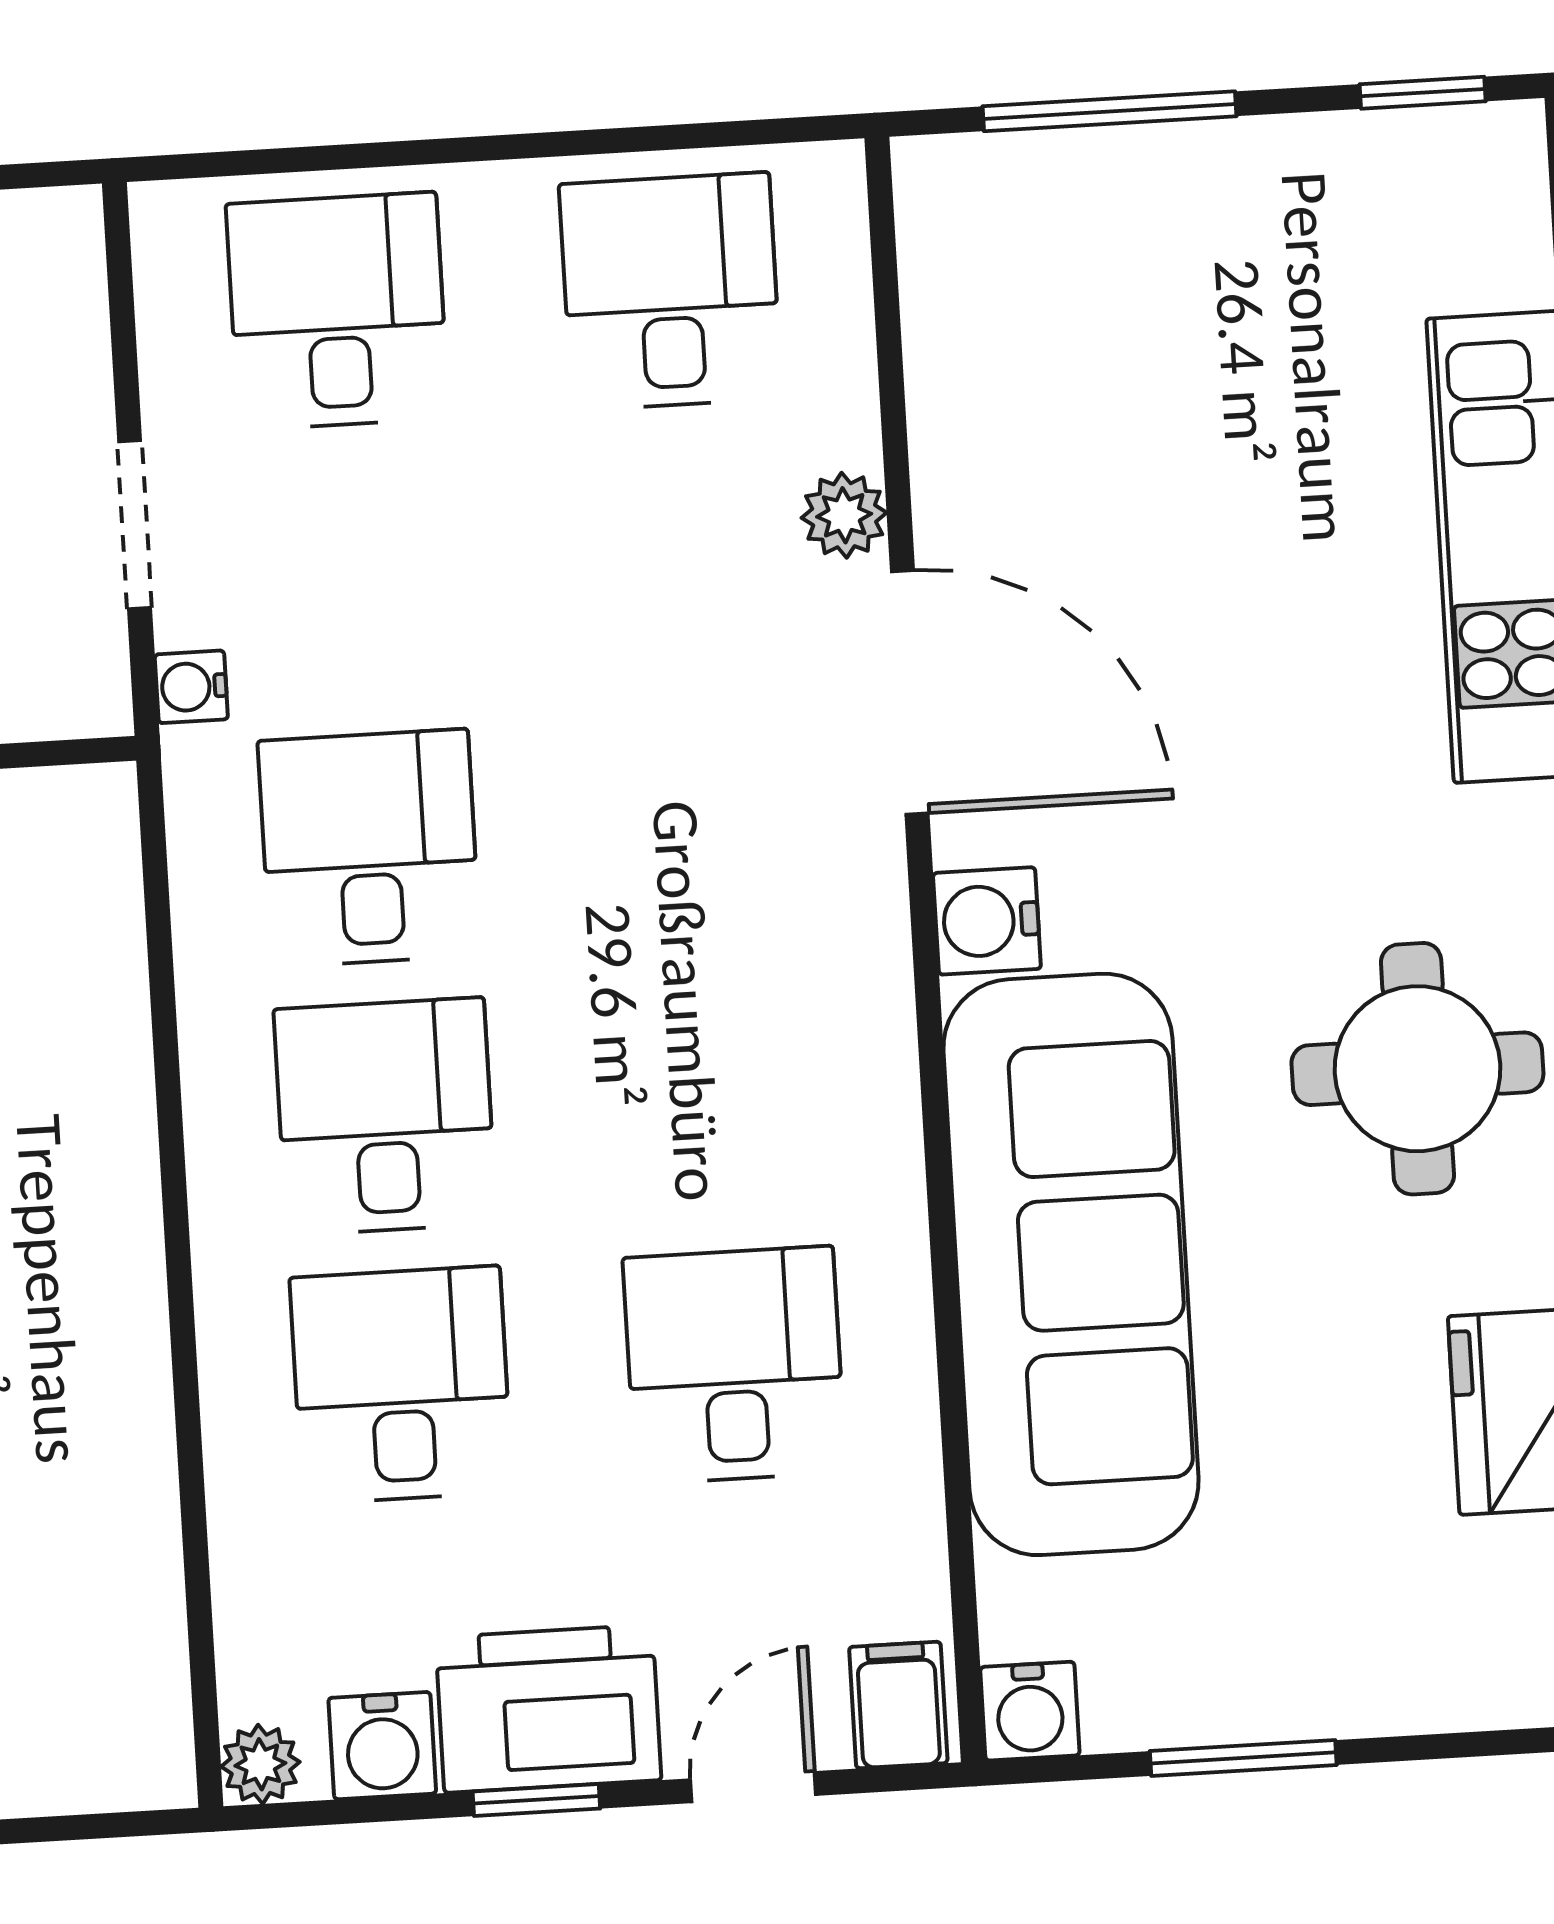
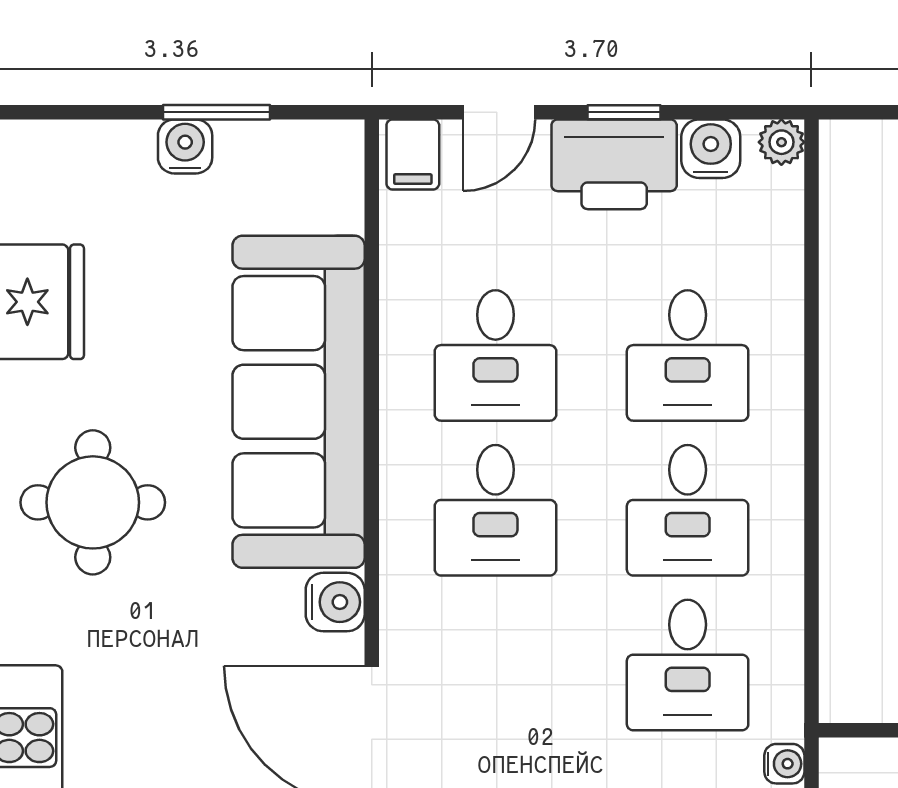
desk: (718, 1097) -> (495, 510), added
water cooler: (1030, 1711) -> (185, 146), moved

